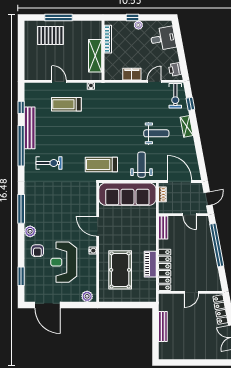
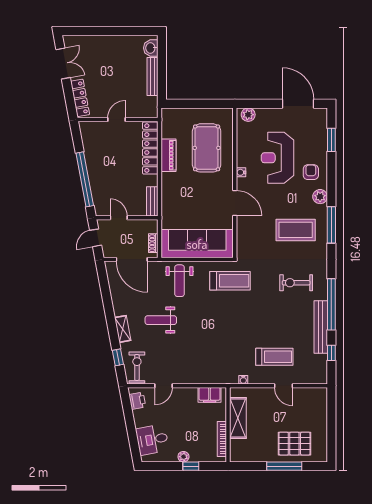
filing cabinet: (132, 74) -> (210, 395), moved
coffee table: (49, 205) -> (296, 230), added
reception desk: (64, 262) -> (278, 158), turned 180
washbasin: (164, 349) -> (151, 48), added

